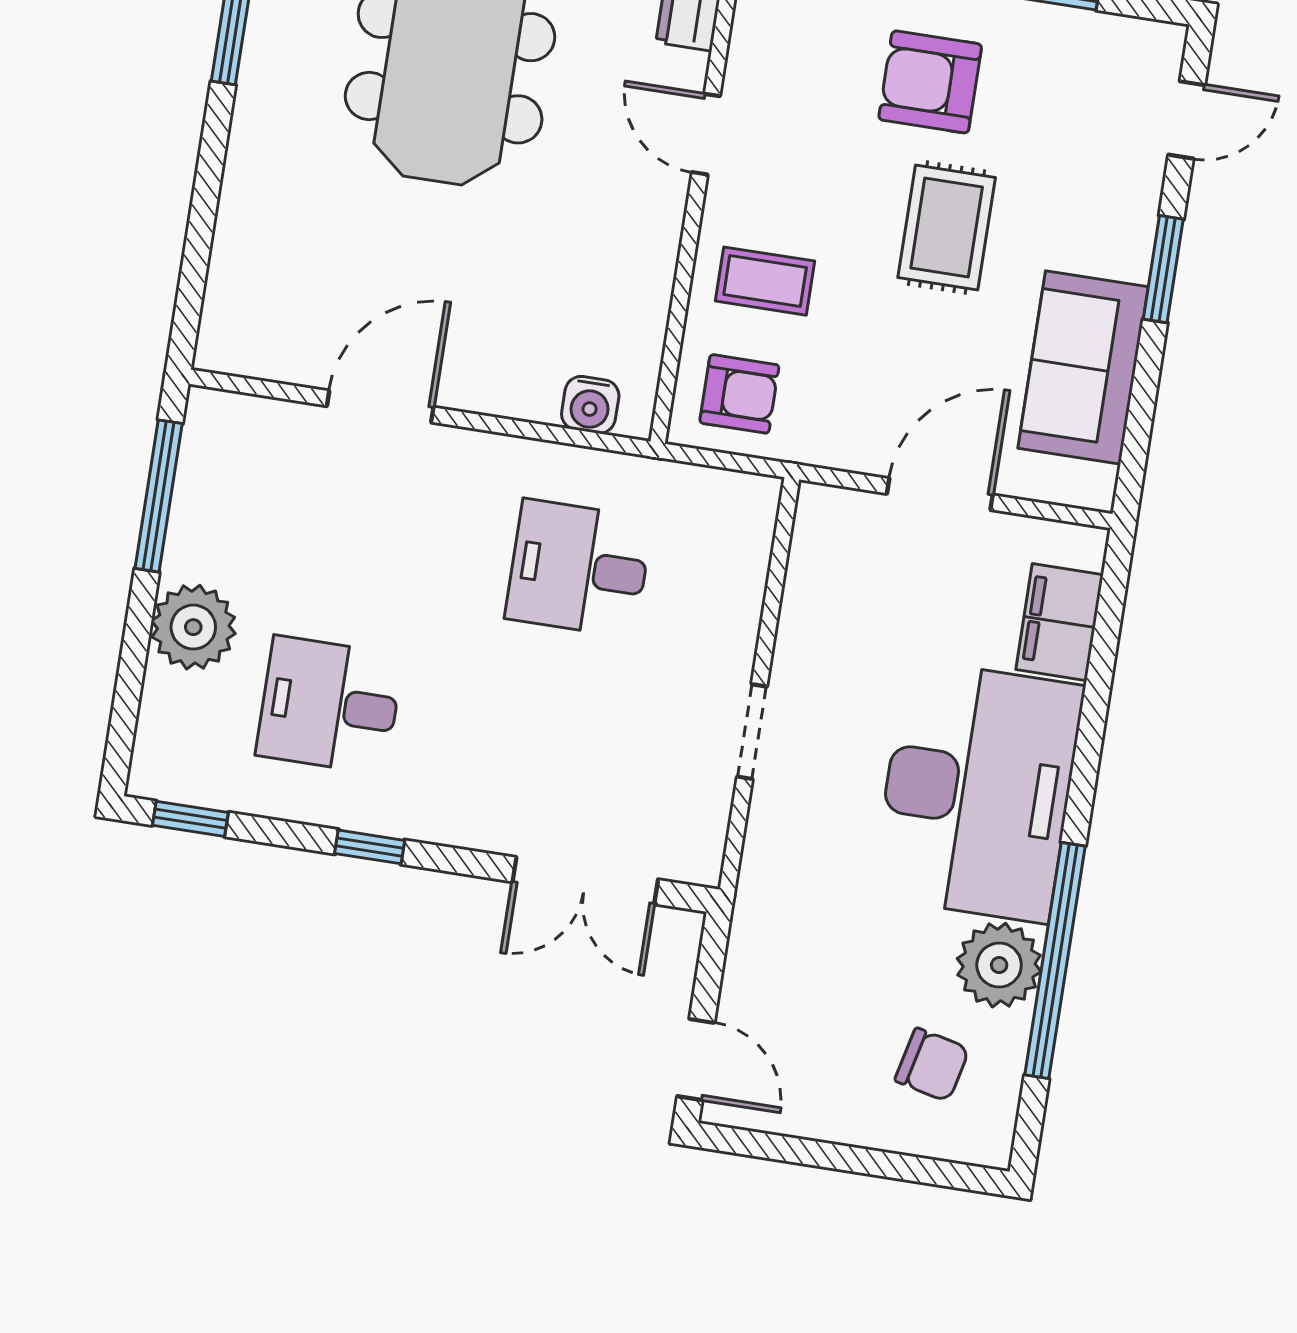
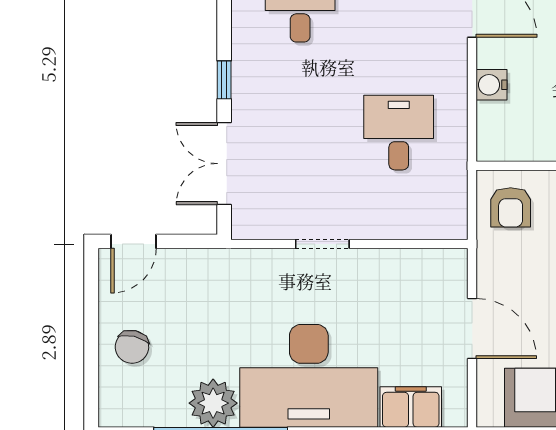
water cooler: (590, 405) -> (491, 85), moved
window: (370, 847) -> (224, 80), moved
chair: (932, 1065) -> (132, 347), moved

